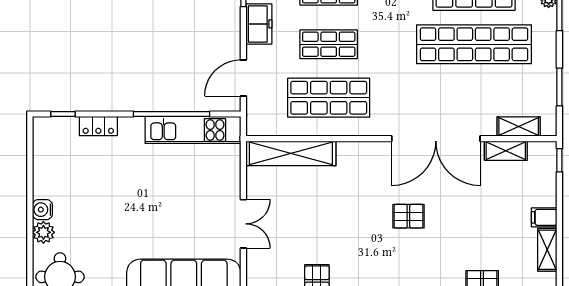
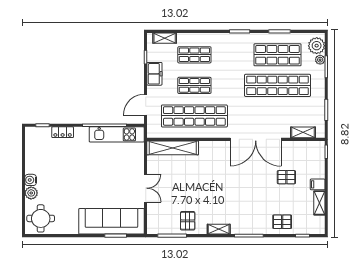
shop shelf: (329, 98) -> (194, 116), width x1.40
shelving: (506, 151) -> (296, 146), removed
pallet: (408, 216) -> (286, 177), moved

